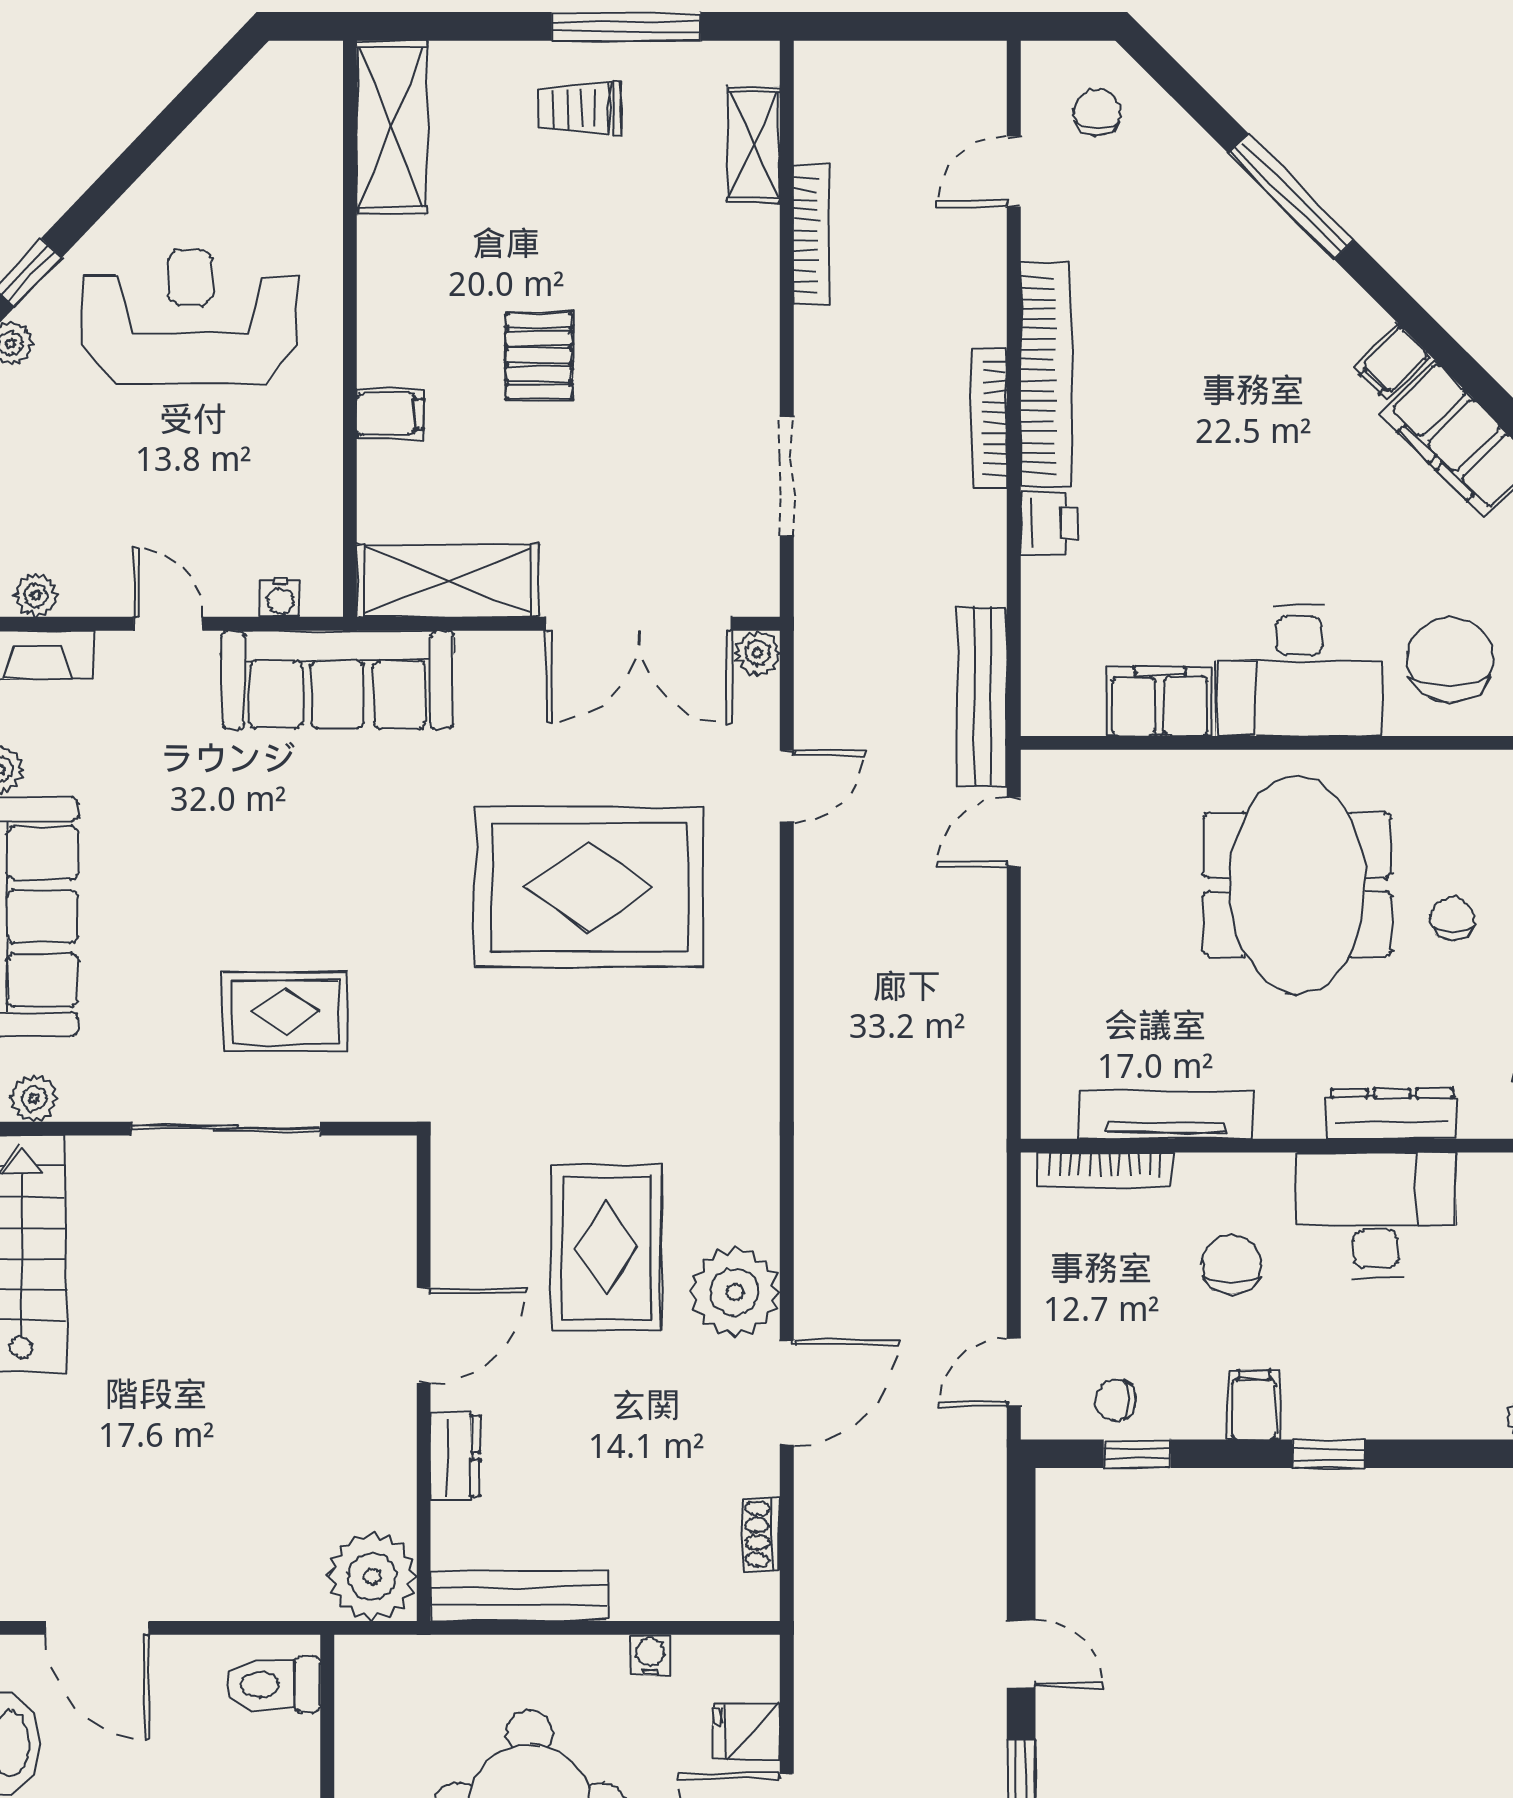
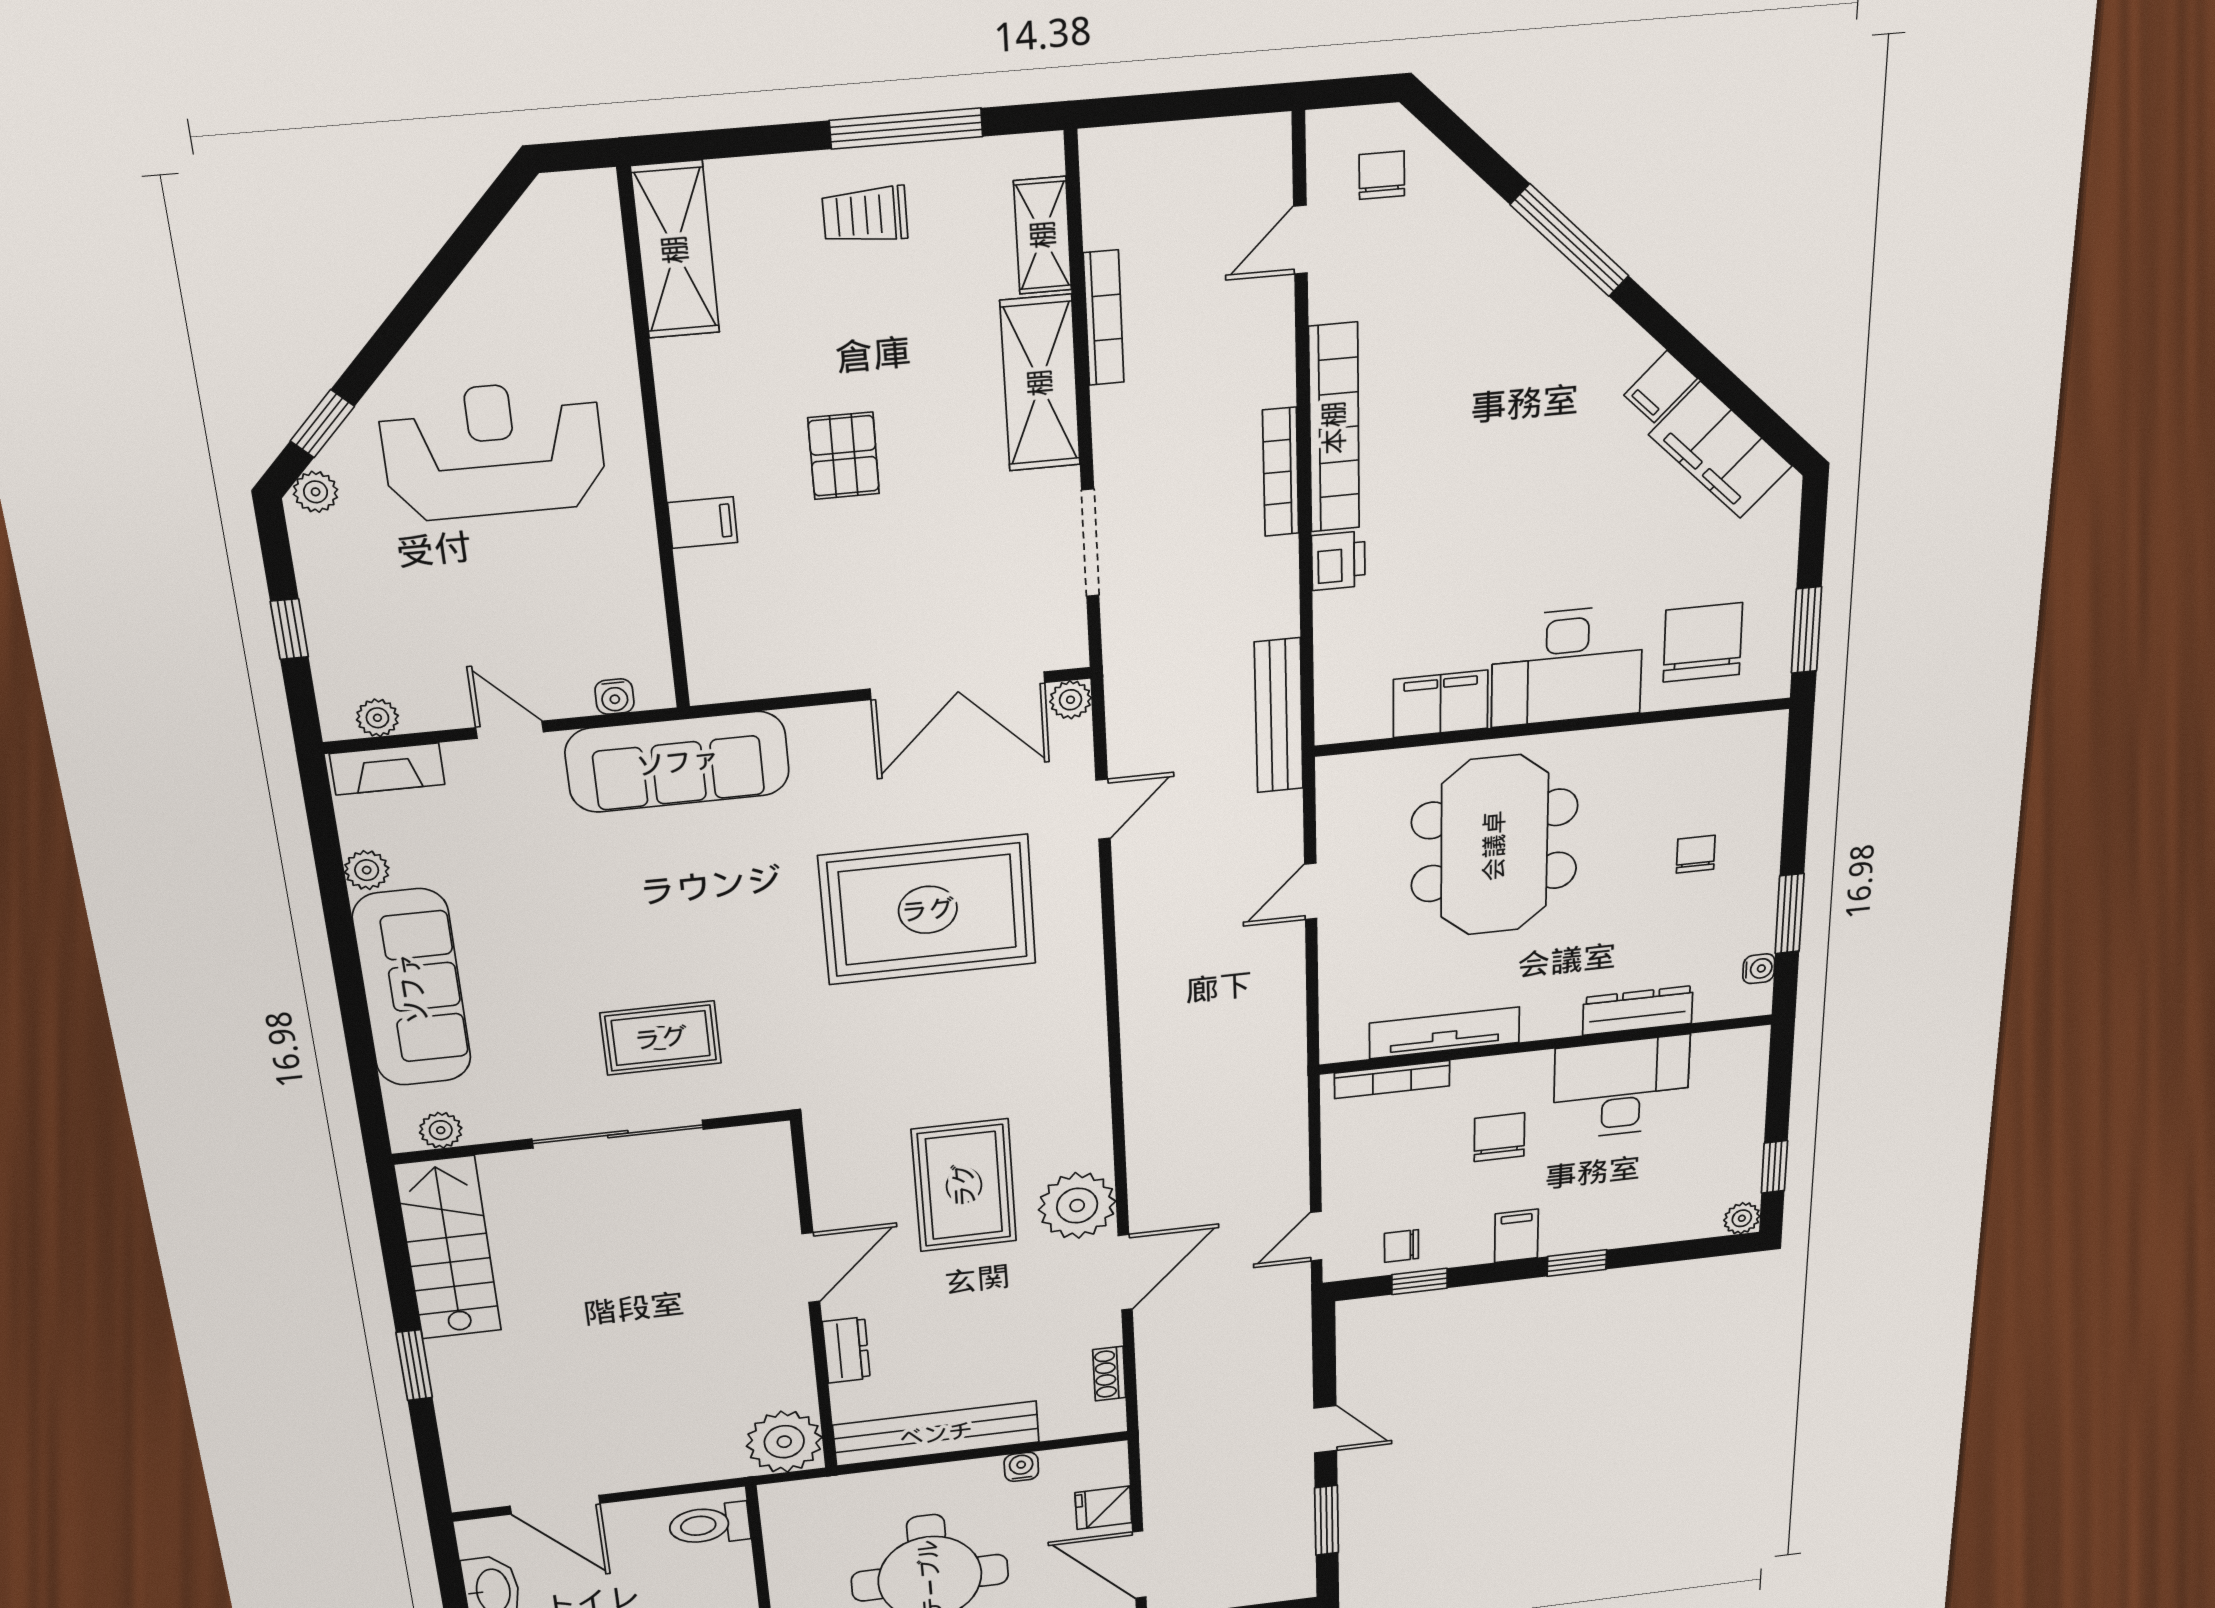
shelving: (448, 581) -> (1040, 383), moved, turned 90
door: (1014, 832) -> (1311, 891), moved
meeting table: (1297, 885) -> (1494, 846), moved
bench: (519, 1596) -> (936, 1434), width x1.37, depth x1.21

